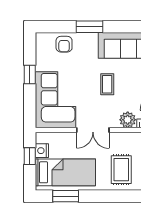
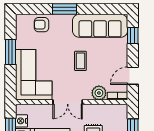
armchair: (64, 44) -> (42, 25), turned 90
window: (30, 74) -> (11, 52), width x1.50

